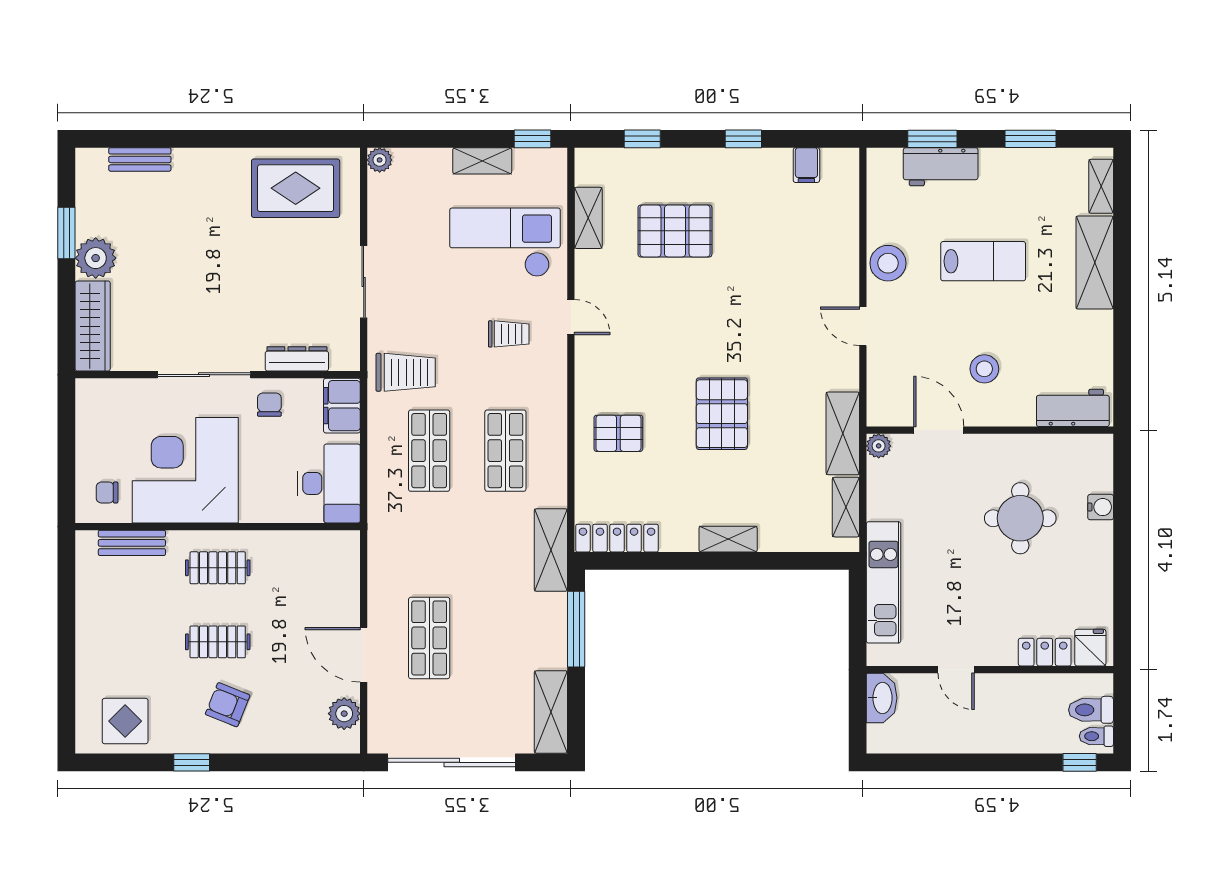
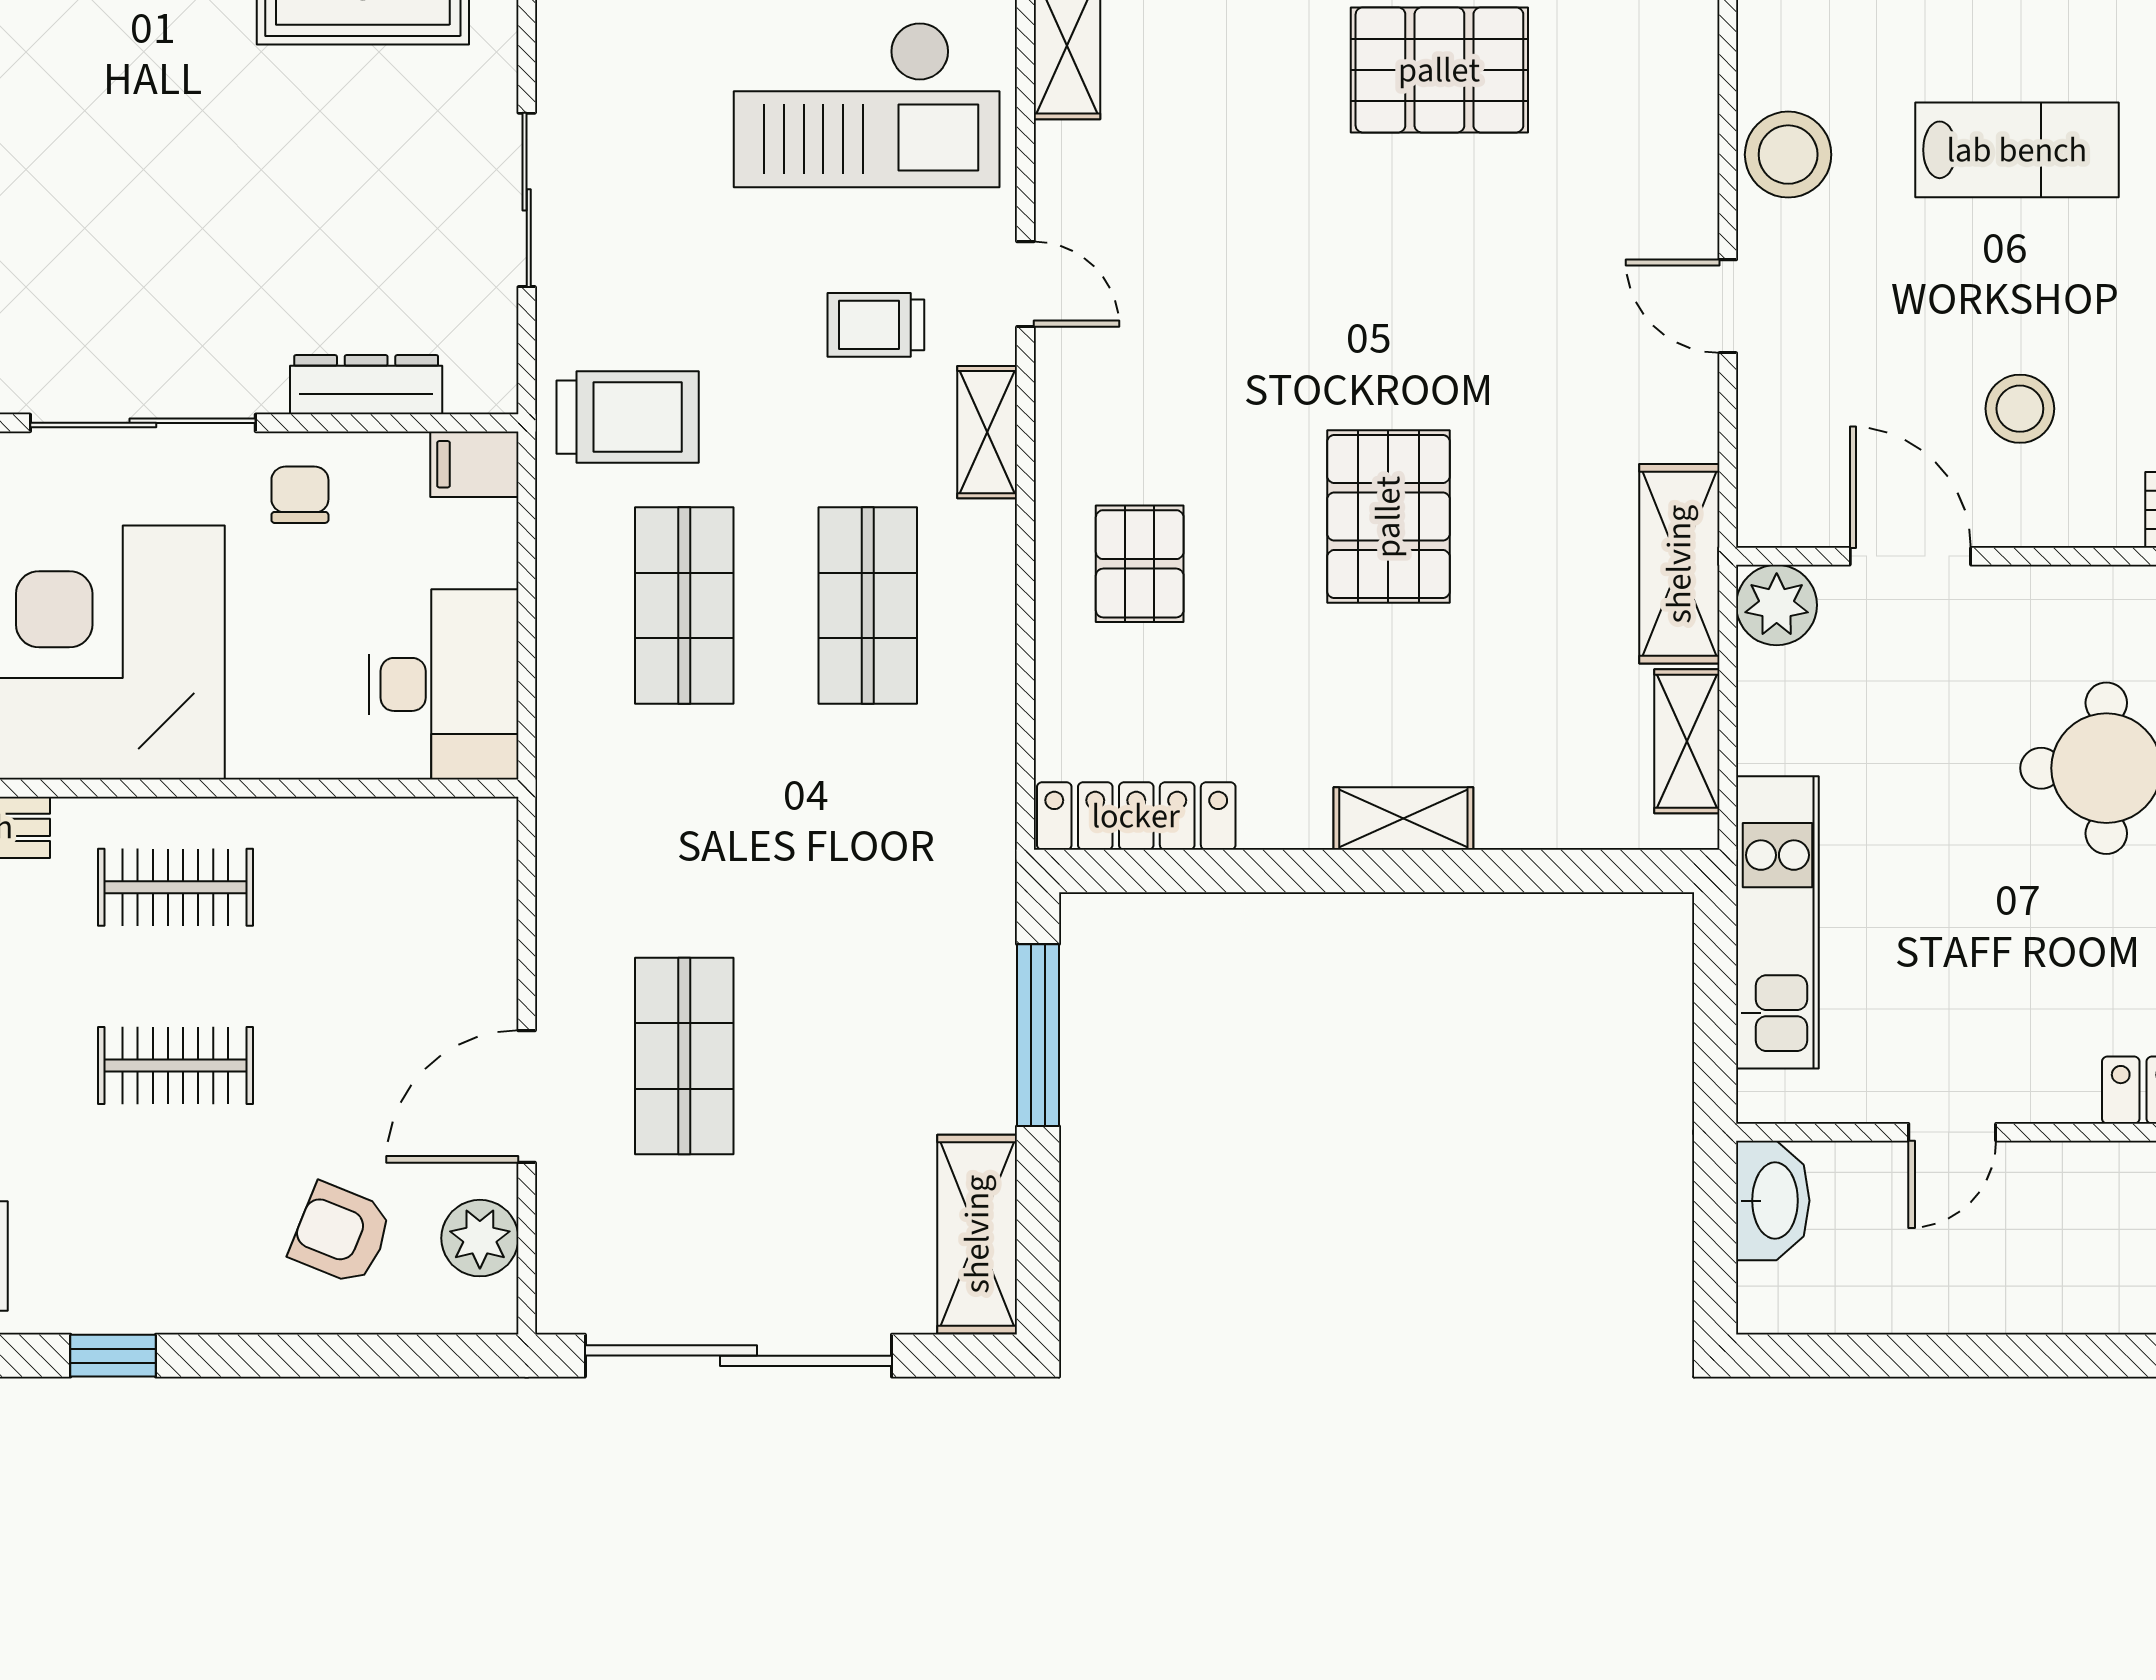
pallet: (675, 231) -> (1439, 70), moved
checkout: (505, 242) -> (867, 104), turned 180
trolley: (509, 334) -> (876, 325), turned 180
filing cabinet: (342, 406) -> (474, 464), width x0.50
pallet: (618, 433) -> (1140, 564), turned 90
plant: (879, 446) -> (1777, 605), width x1.38, depth x1.38
shelving: (551, 550) -> (987, 432), moved, width x0.67, depth x0.75
door: (364, 655) -> (527, 1096), hinge flipped
door: (956, 670) -> (1952, 1132), hinge flipped
armchair: (228, 705) -> (341, 1234), moved

